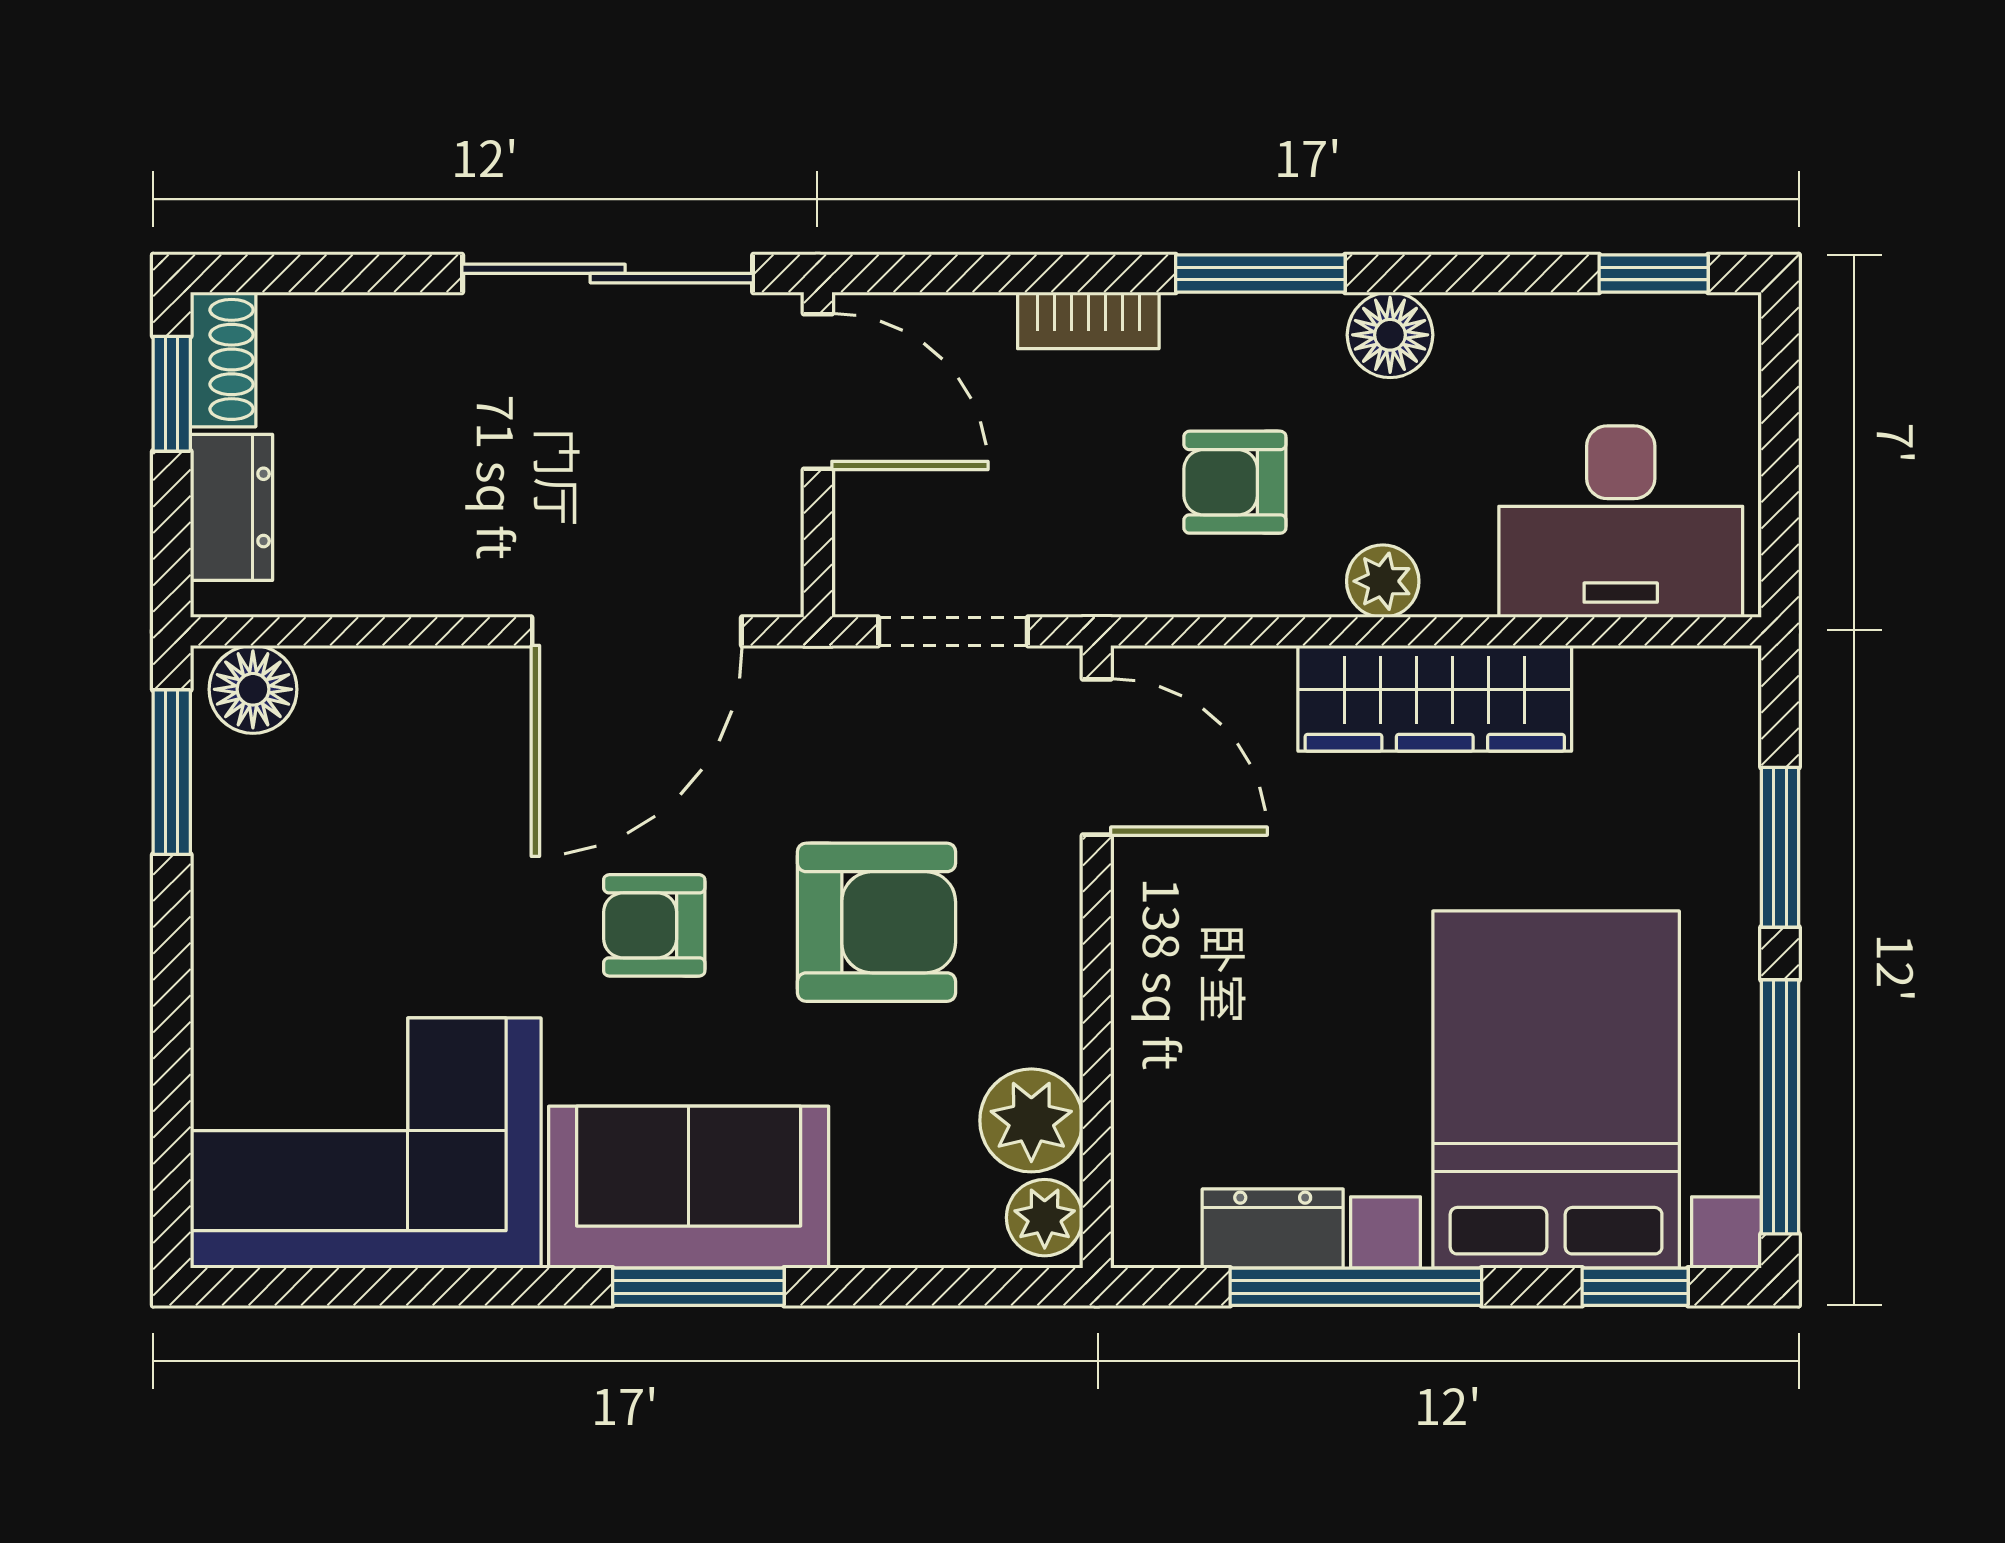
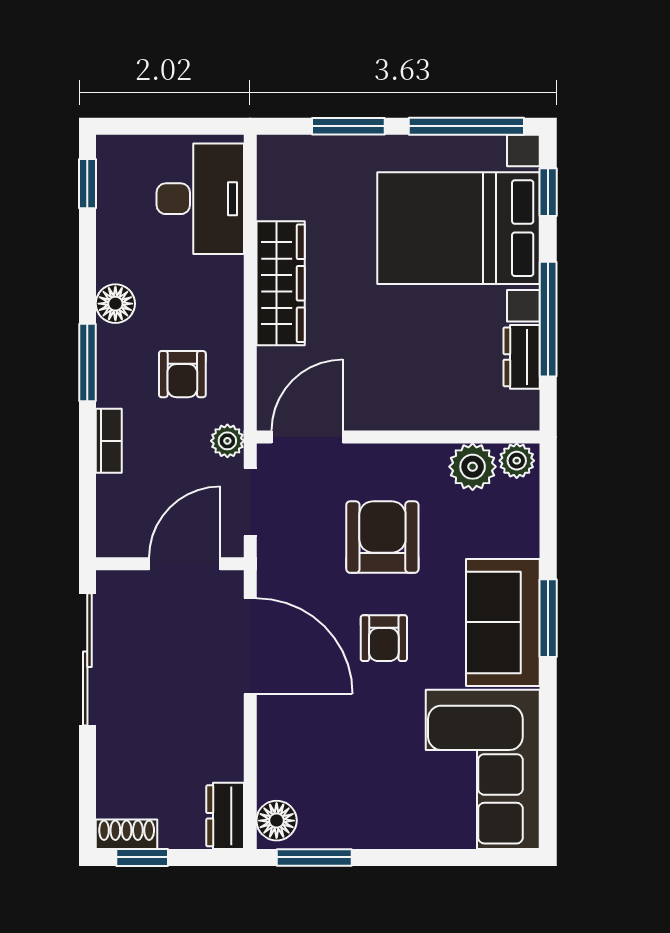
door: (818, 392) -> (185, 564), moved
dresser: (231, 507) -> (225, 816), moved, turned -90
plant: (1383, 581) -> (227, 441), moved

